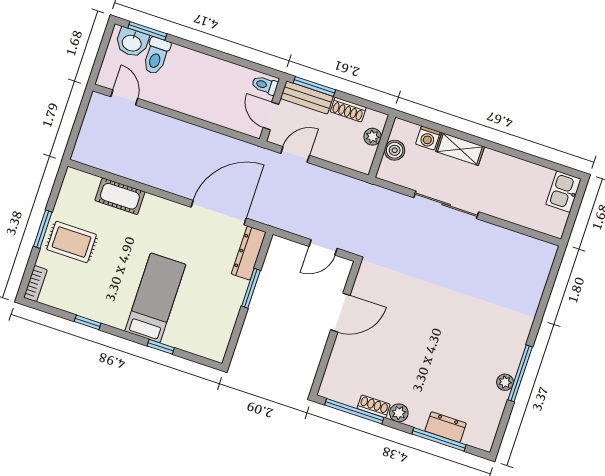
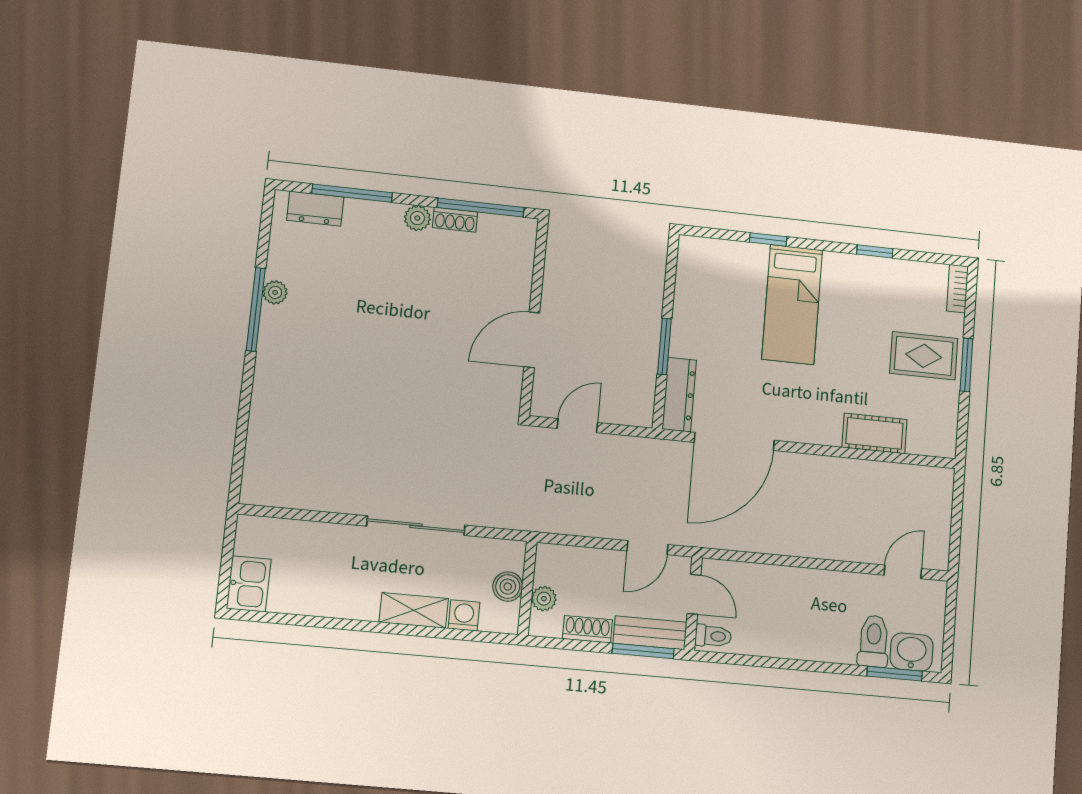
door: (124, 98) -> (903, 572), swing flipped
dresser: (446, 427) -> (315, 209), moved

